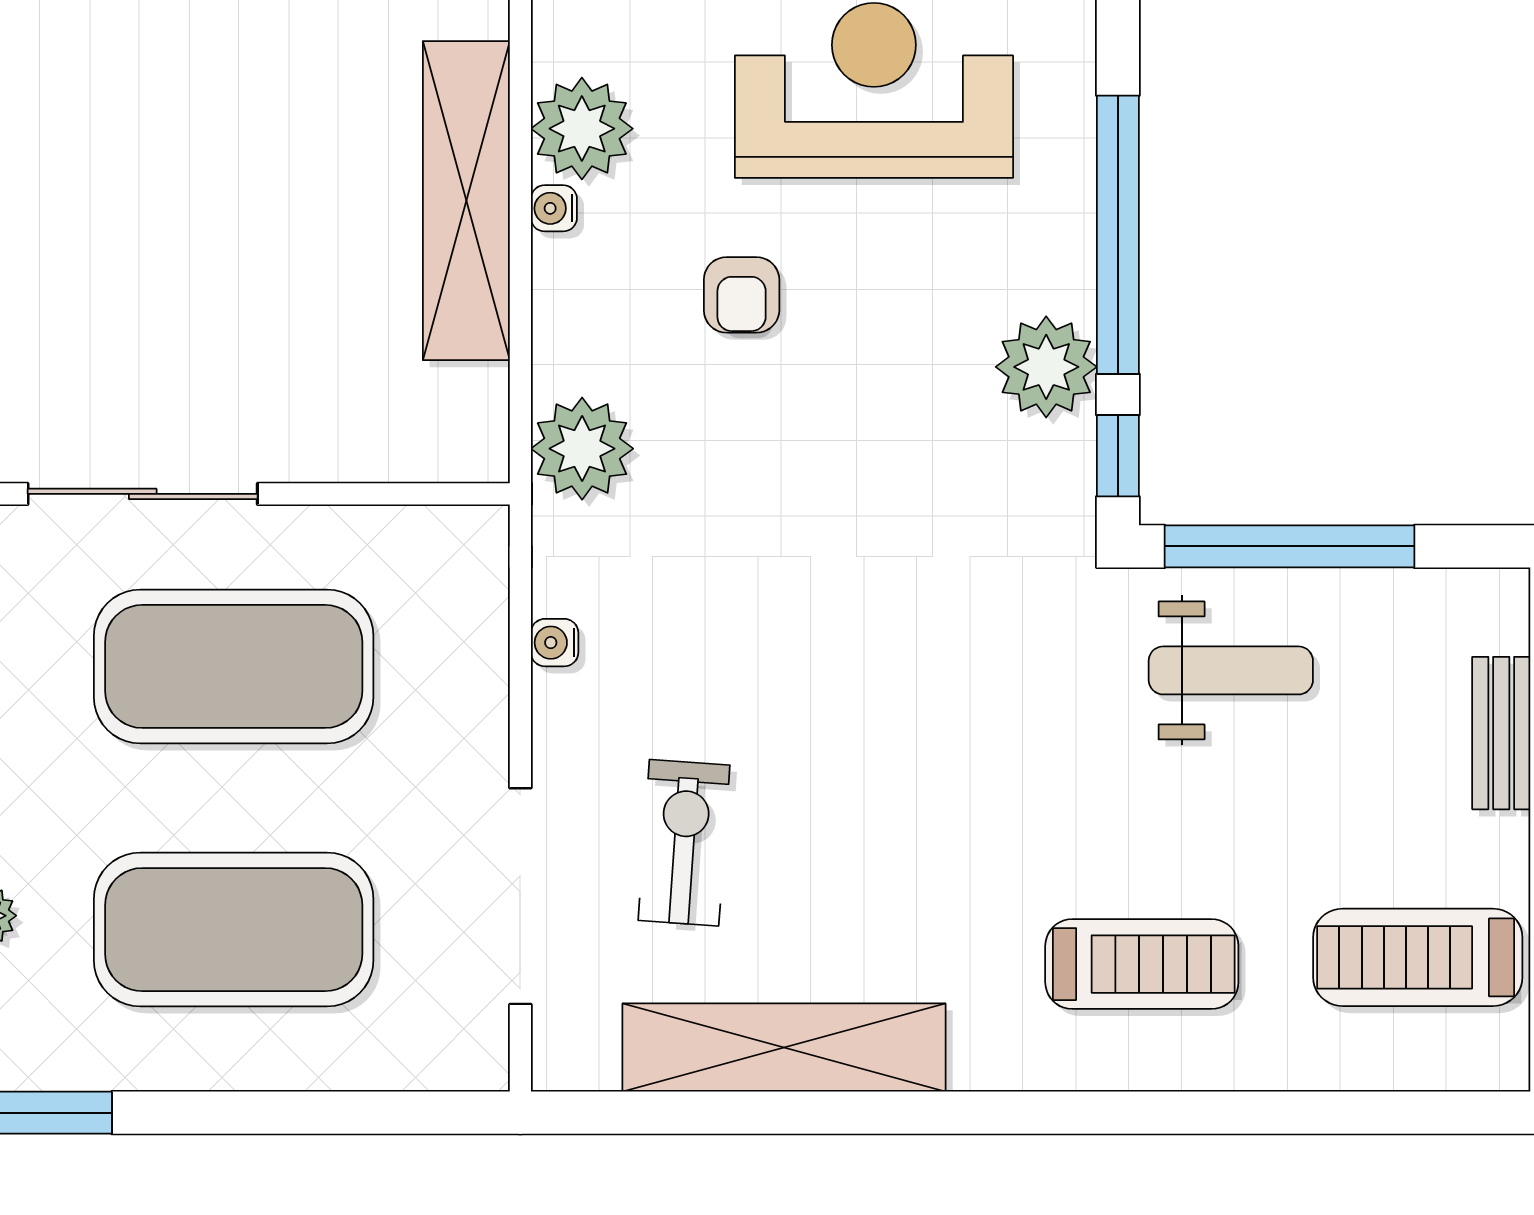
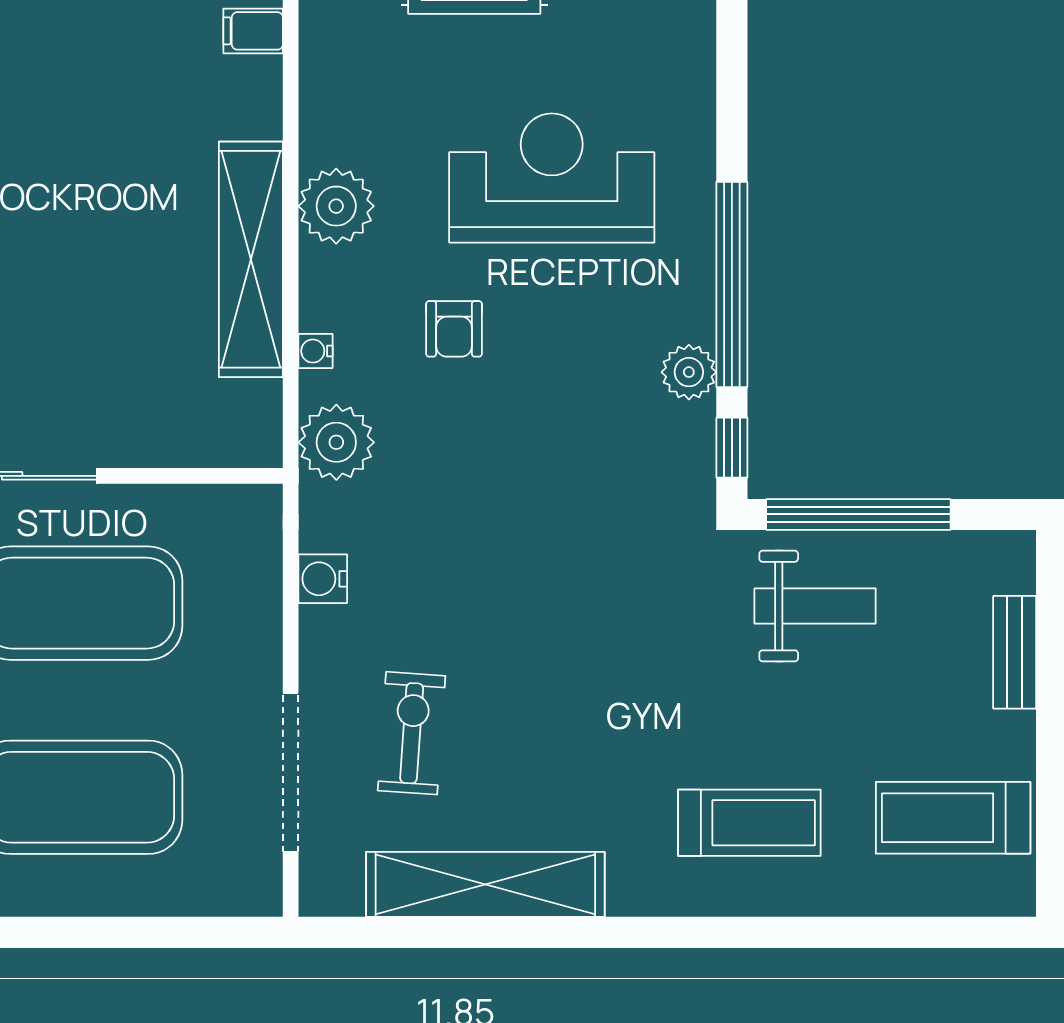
water cooler: (554, 208) -> (316, 351), moved
plant: (1046, 367) -> (689, 372), width x0.73, depth x0.73
water cooler: (555, 643) -> (323, 579), width x1.38, depth x1.38

